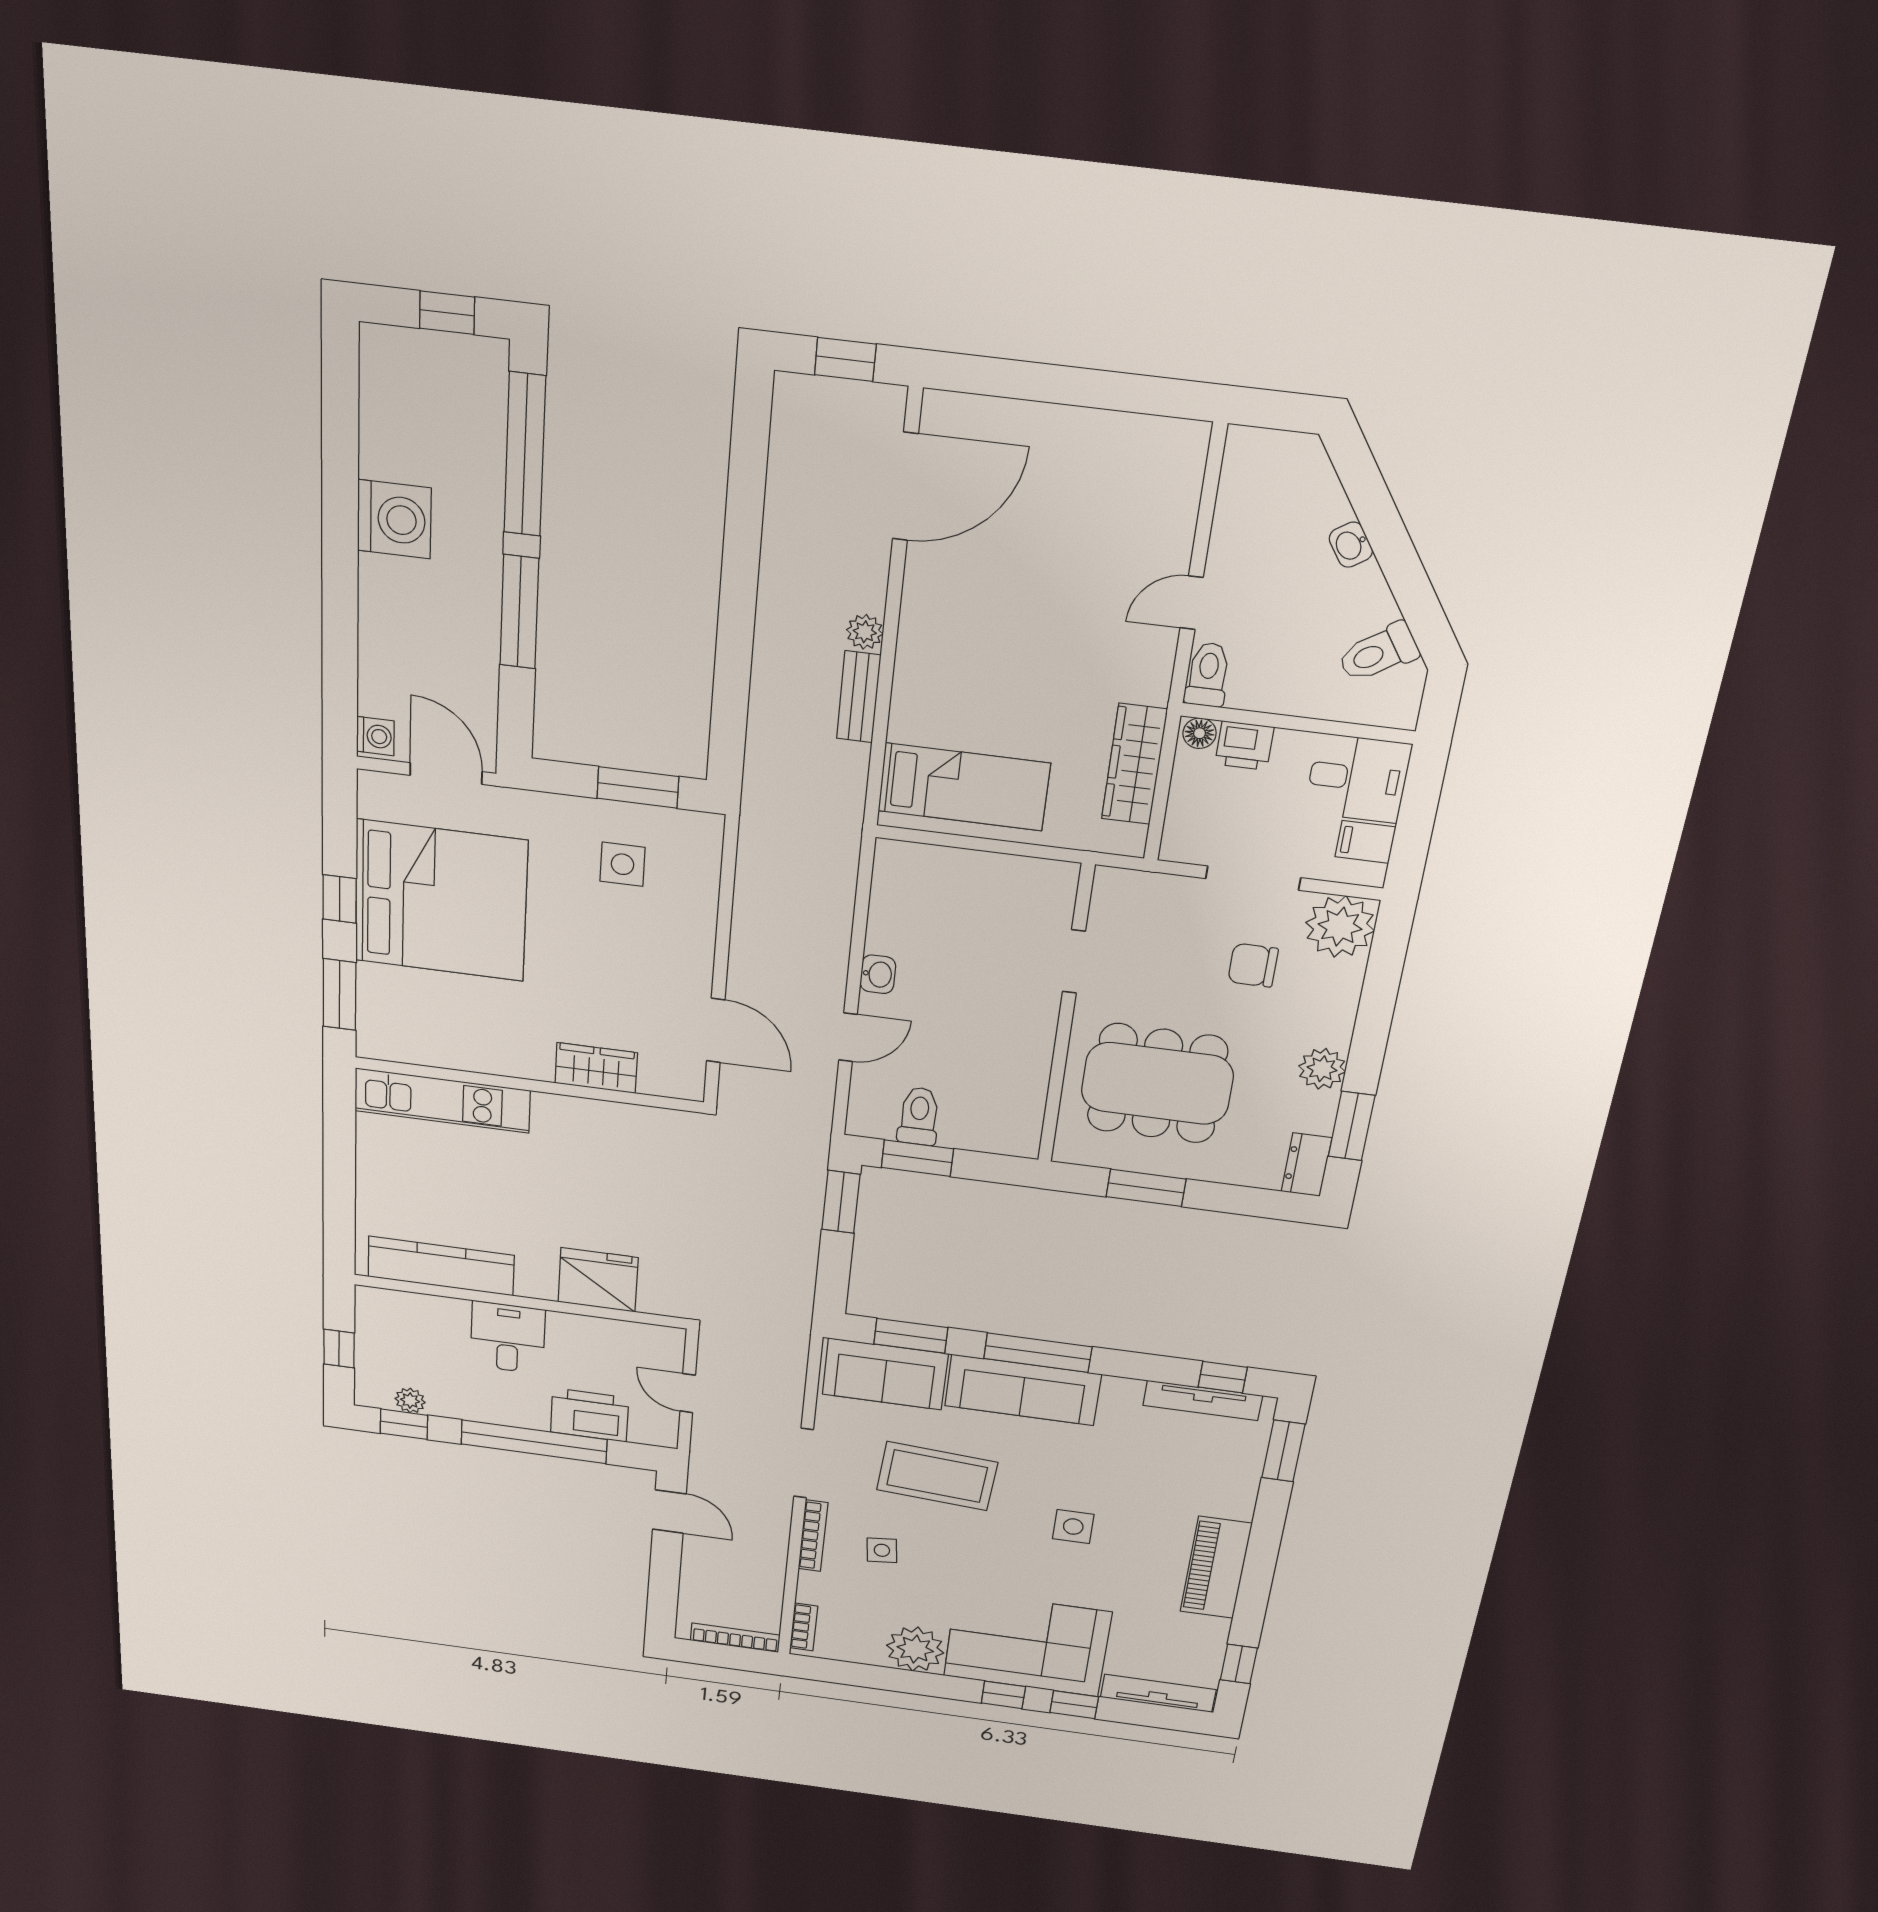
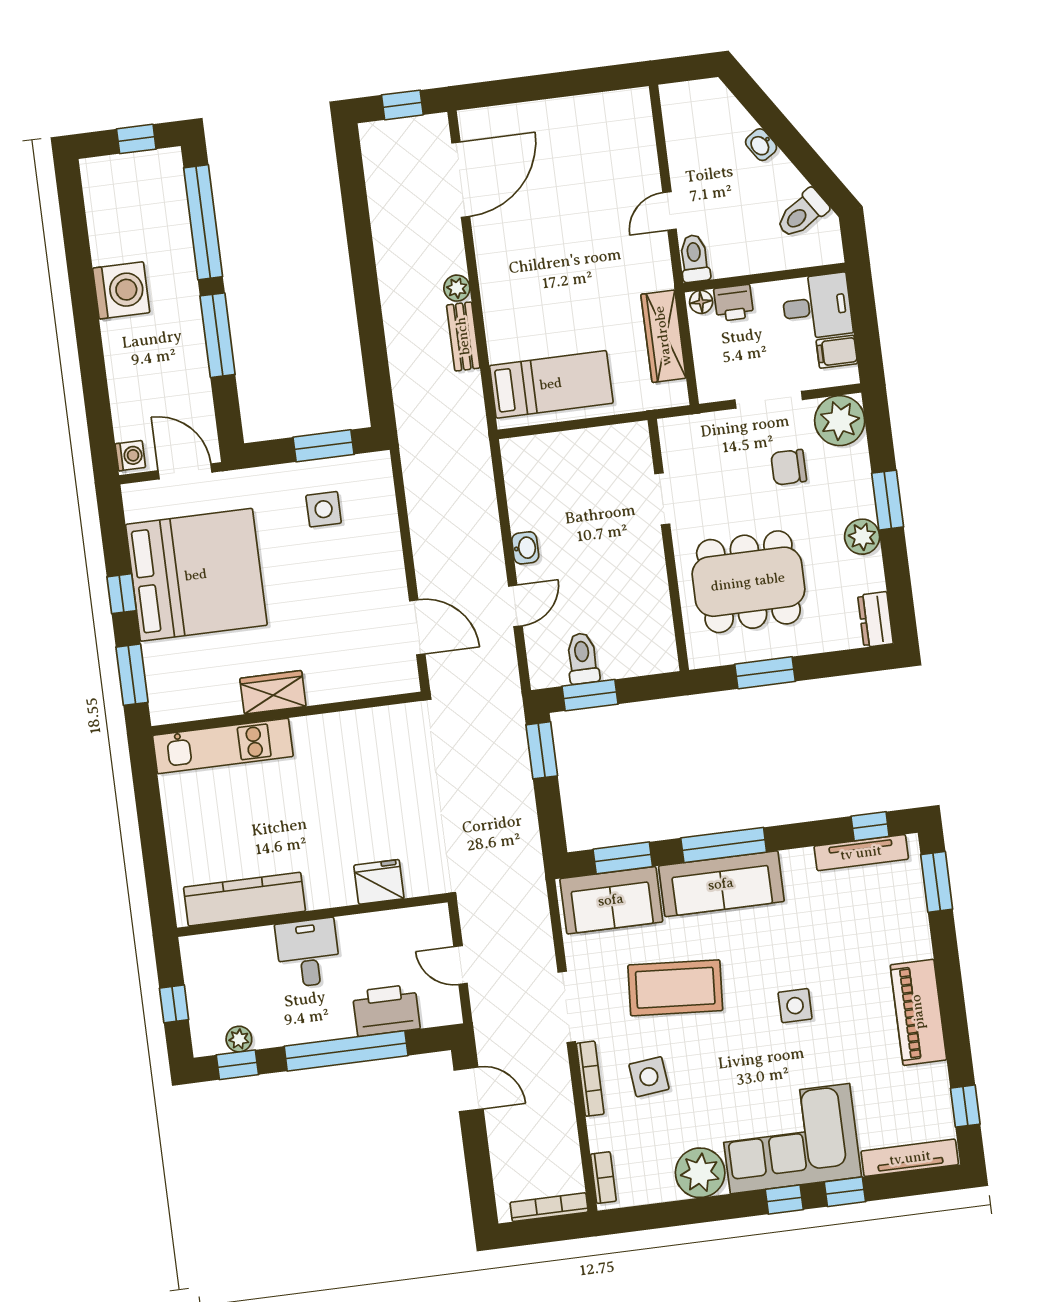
wardrobe: (596, 1068) -> (273, 692), moved
window: (1352, 1126) -> (888, 500), moved
fridge: (598, 1280) -> (379, 882), width x0.73, depth x0.75
side table: (882, 1550) -> (649, 1077), width x1.37, depth x1.37

